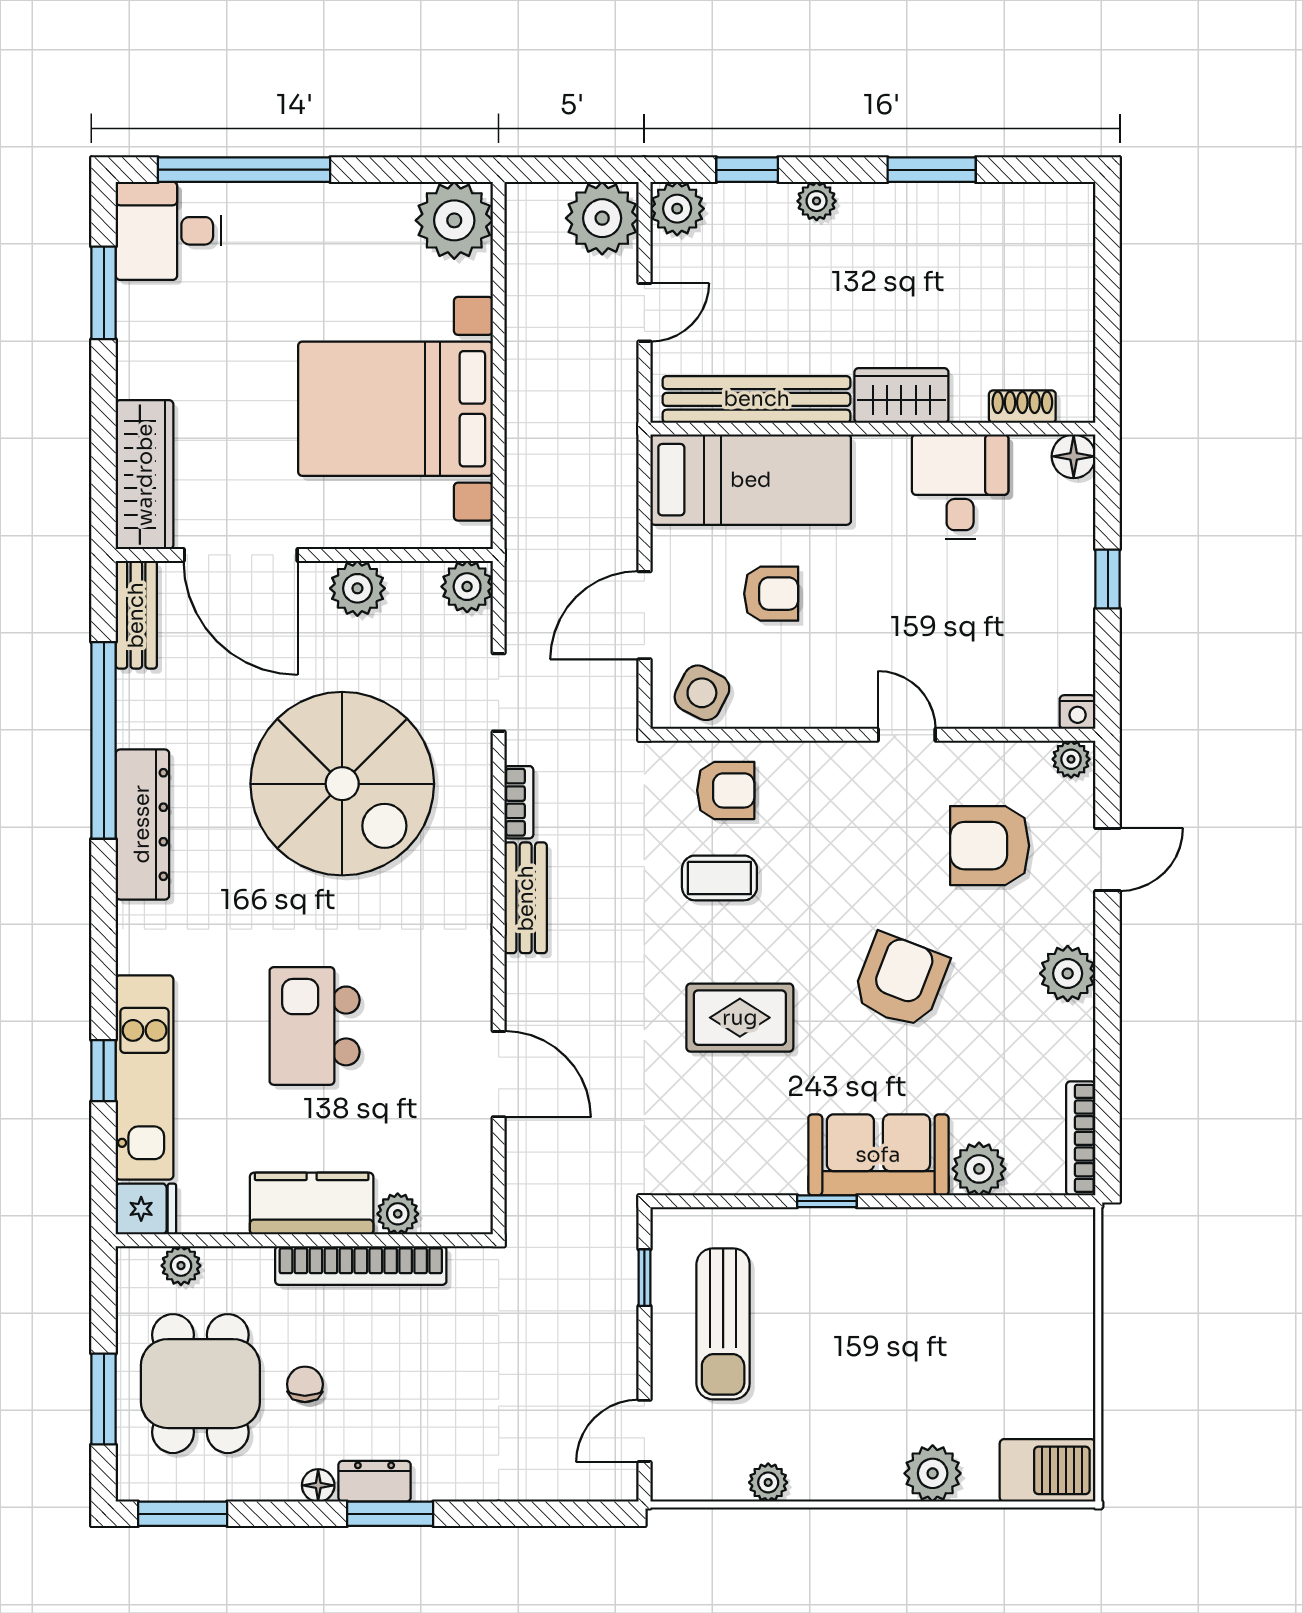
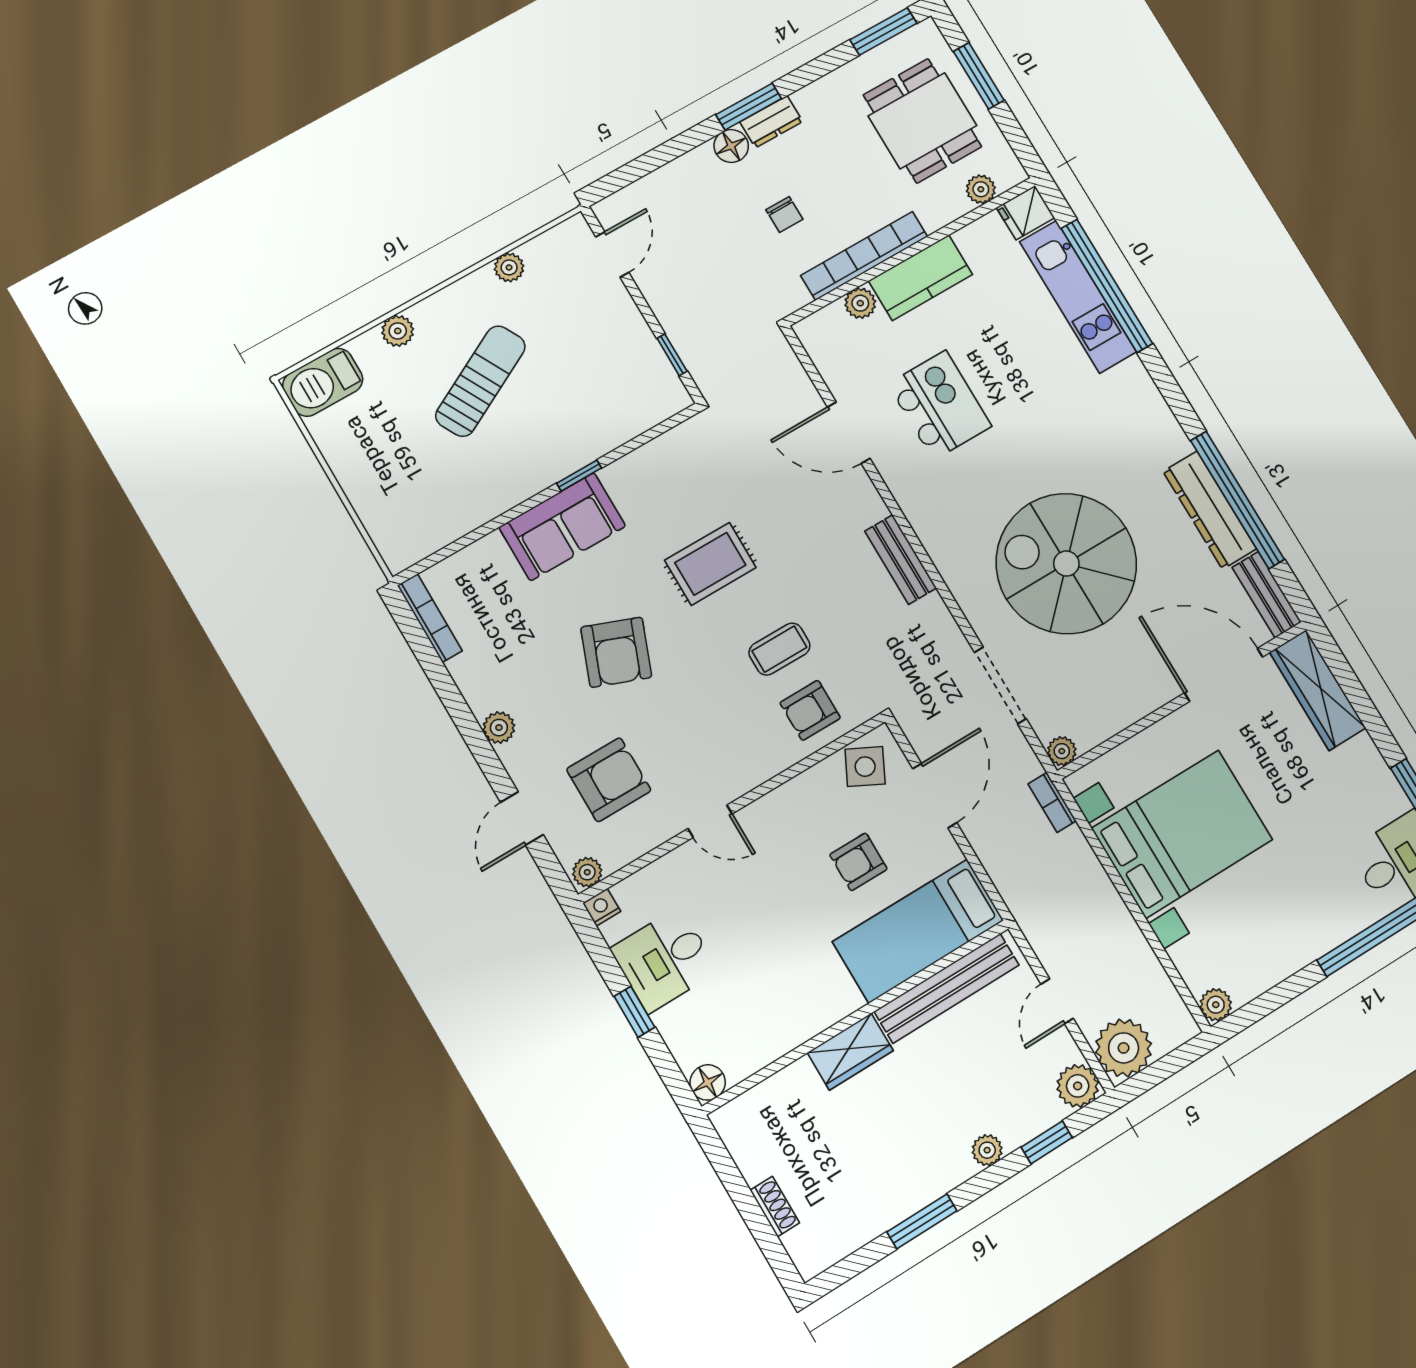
plant: (454, 220) -> (1216, 1005), width x0.53, depth x0.53
shoe rack: (1022, 407) -> (775, 1207), moved, turned -90
desk: (960, 487) -> (664, 960), moved, turned 90
plant: (467, 587) -> (1062, 751), width x0.73, depth x0.73
plant: (357, 588) -> (1135, 699), removed
doorway: (499, 692) -> (1000, 685), width x1.38
bookcase: (519, 802) -> (1052, 802), moved
dresser: (142, 824) -> (1210, 510), moved
plant: (1068, 973) -> (499, 728), width x0.73, depth x0.73
kitchen island: (315, 1026) -> (940, 405), moved
window: (104, 1071) -> (1107, 286), width x3.17
plant: (979, 1169) -> (488, 557), removed
sun lounger: (723, 1324) -> (480, 381), moved, turned 62
chair: (305, 1384) -> (784, 215), moved
plant: (933, 1473) -> (398, 331), width x0.73, depth x0.73
floor lamp: (318, 1485) -> (731, 146), moved, width x1.37, depth x1.37

